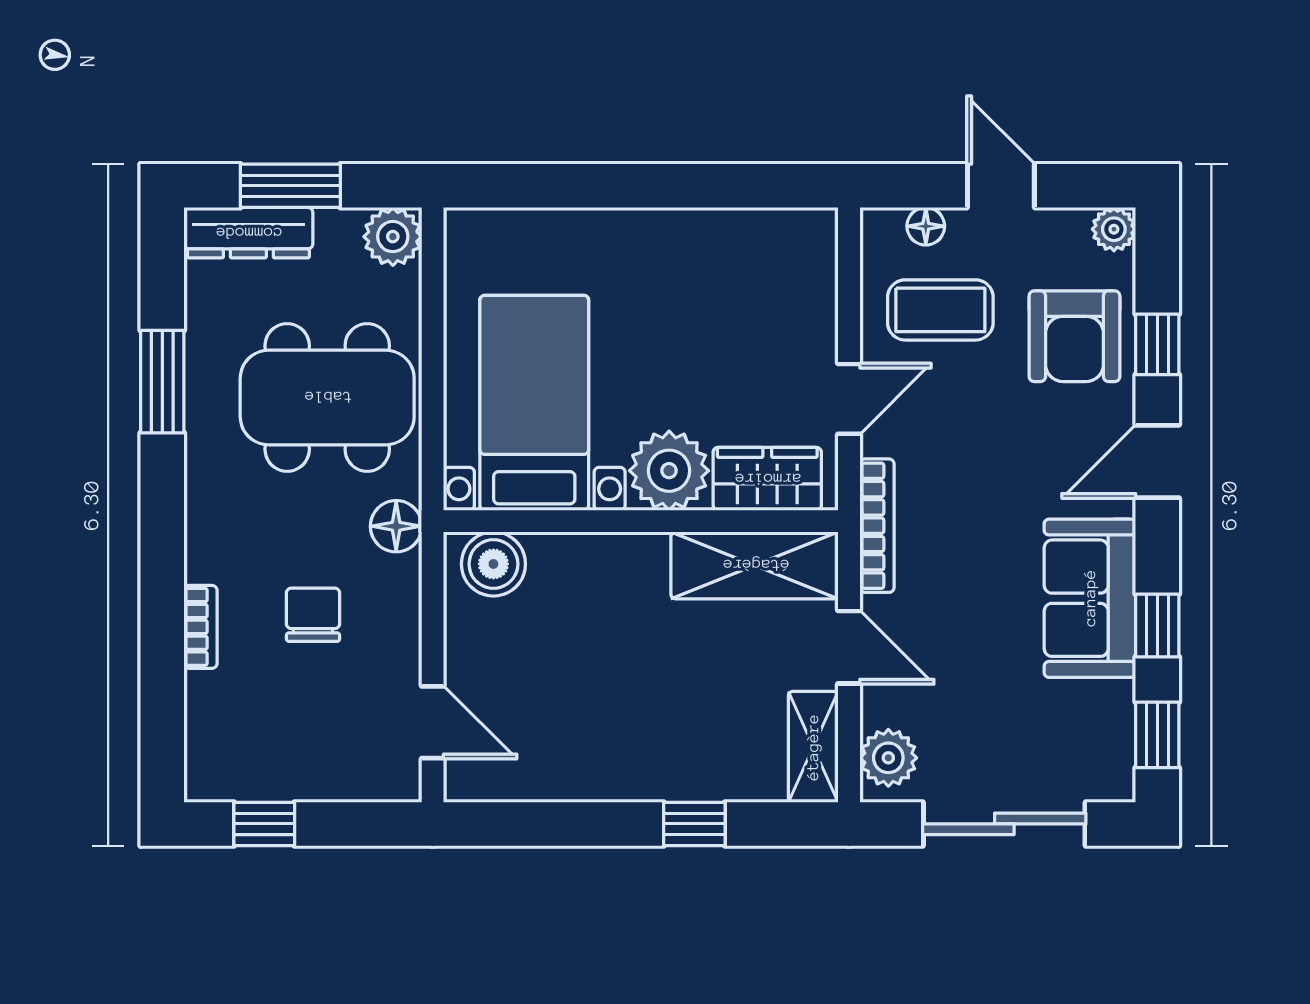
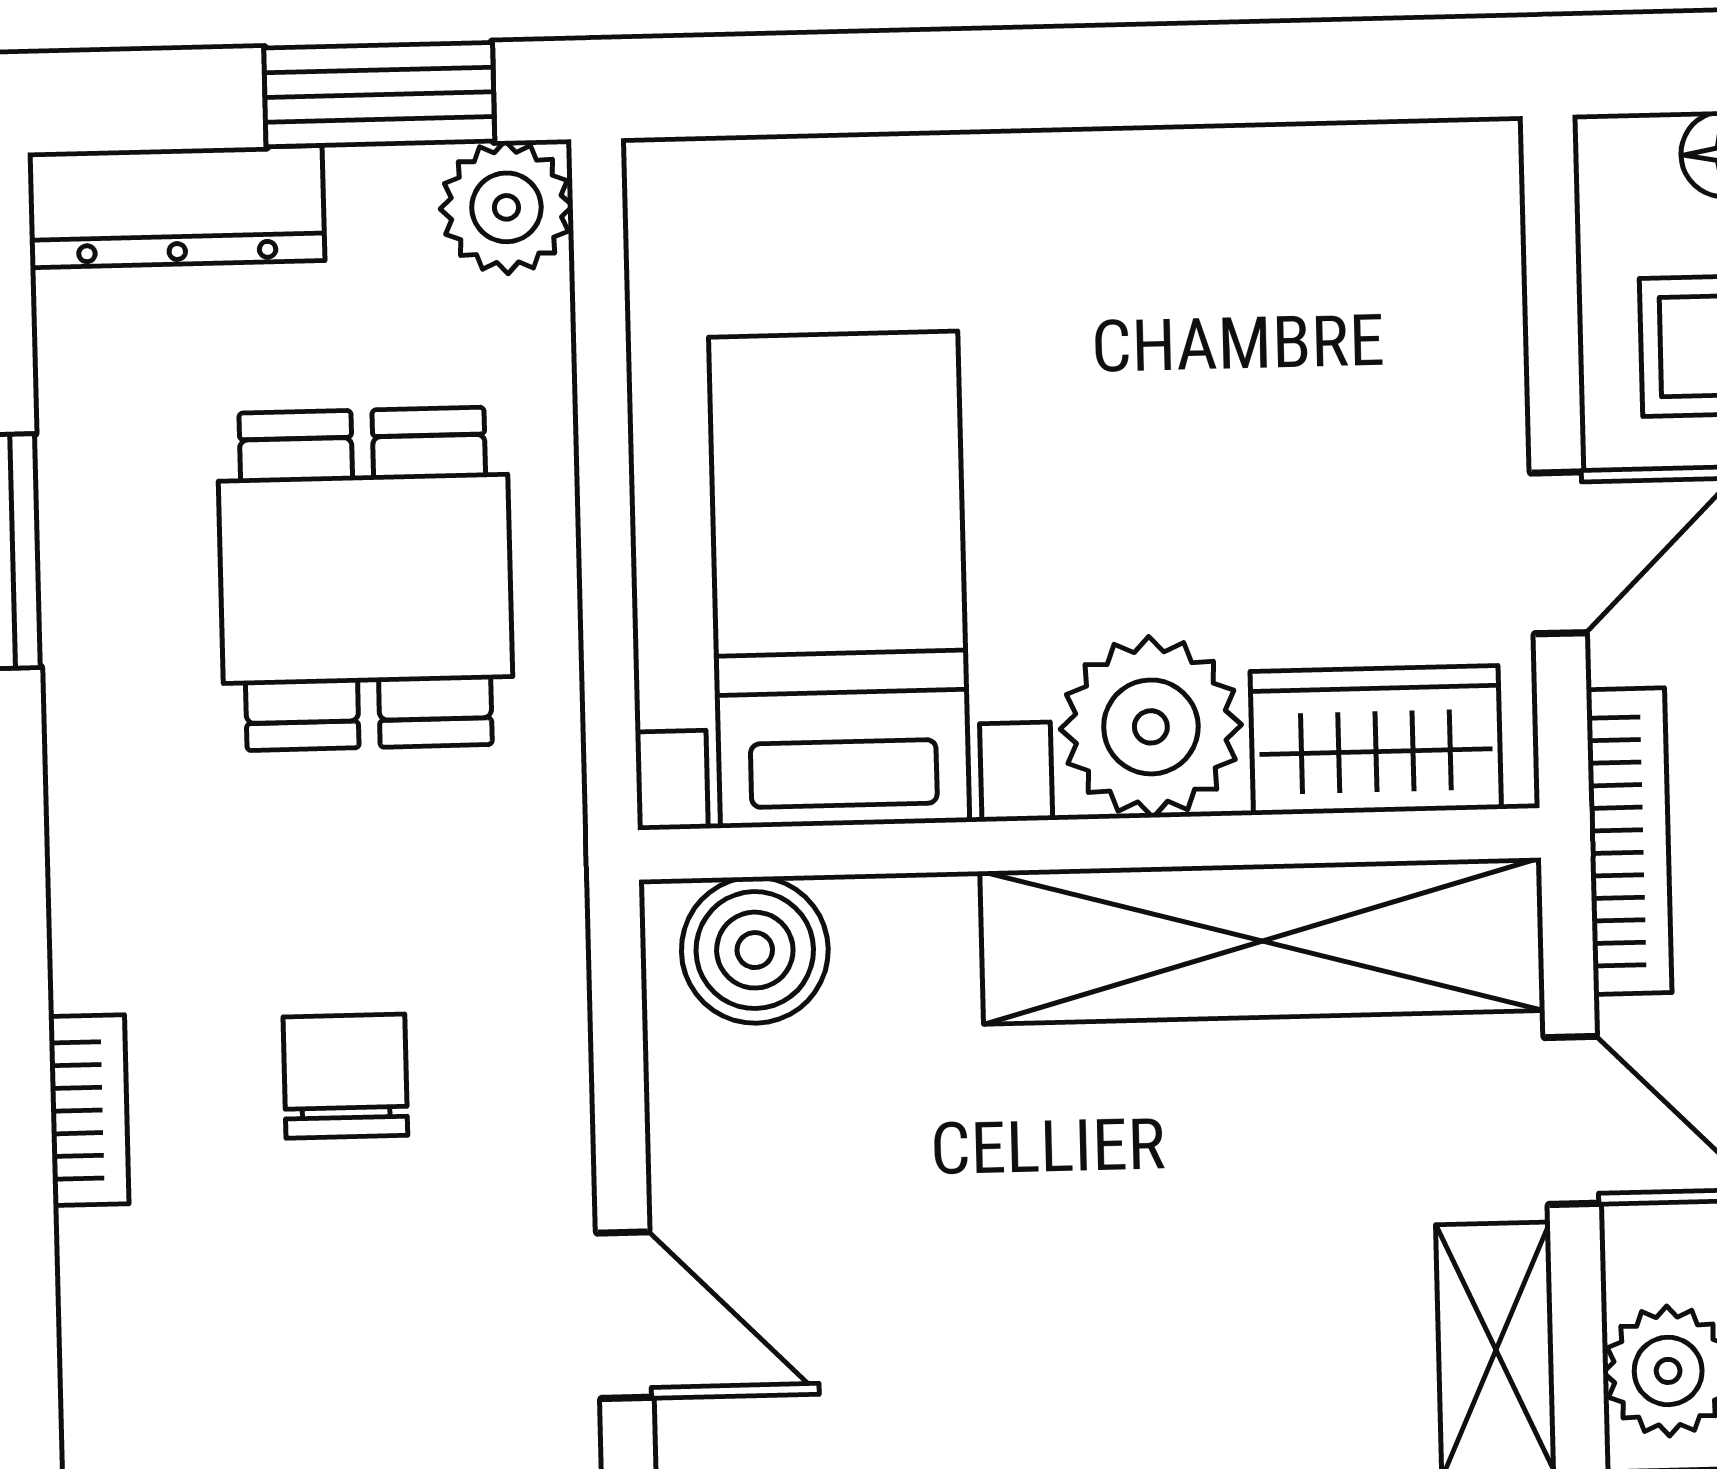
window: (290, 186) -> (379, 95), moved
dining table: (327, 397) -> (366, 579), width x0.73
floor lamp: (396, 526) -> (530, 869), removed
shelving: (755, 565) -> (1262, 941), width x1.47

